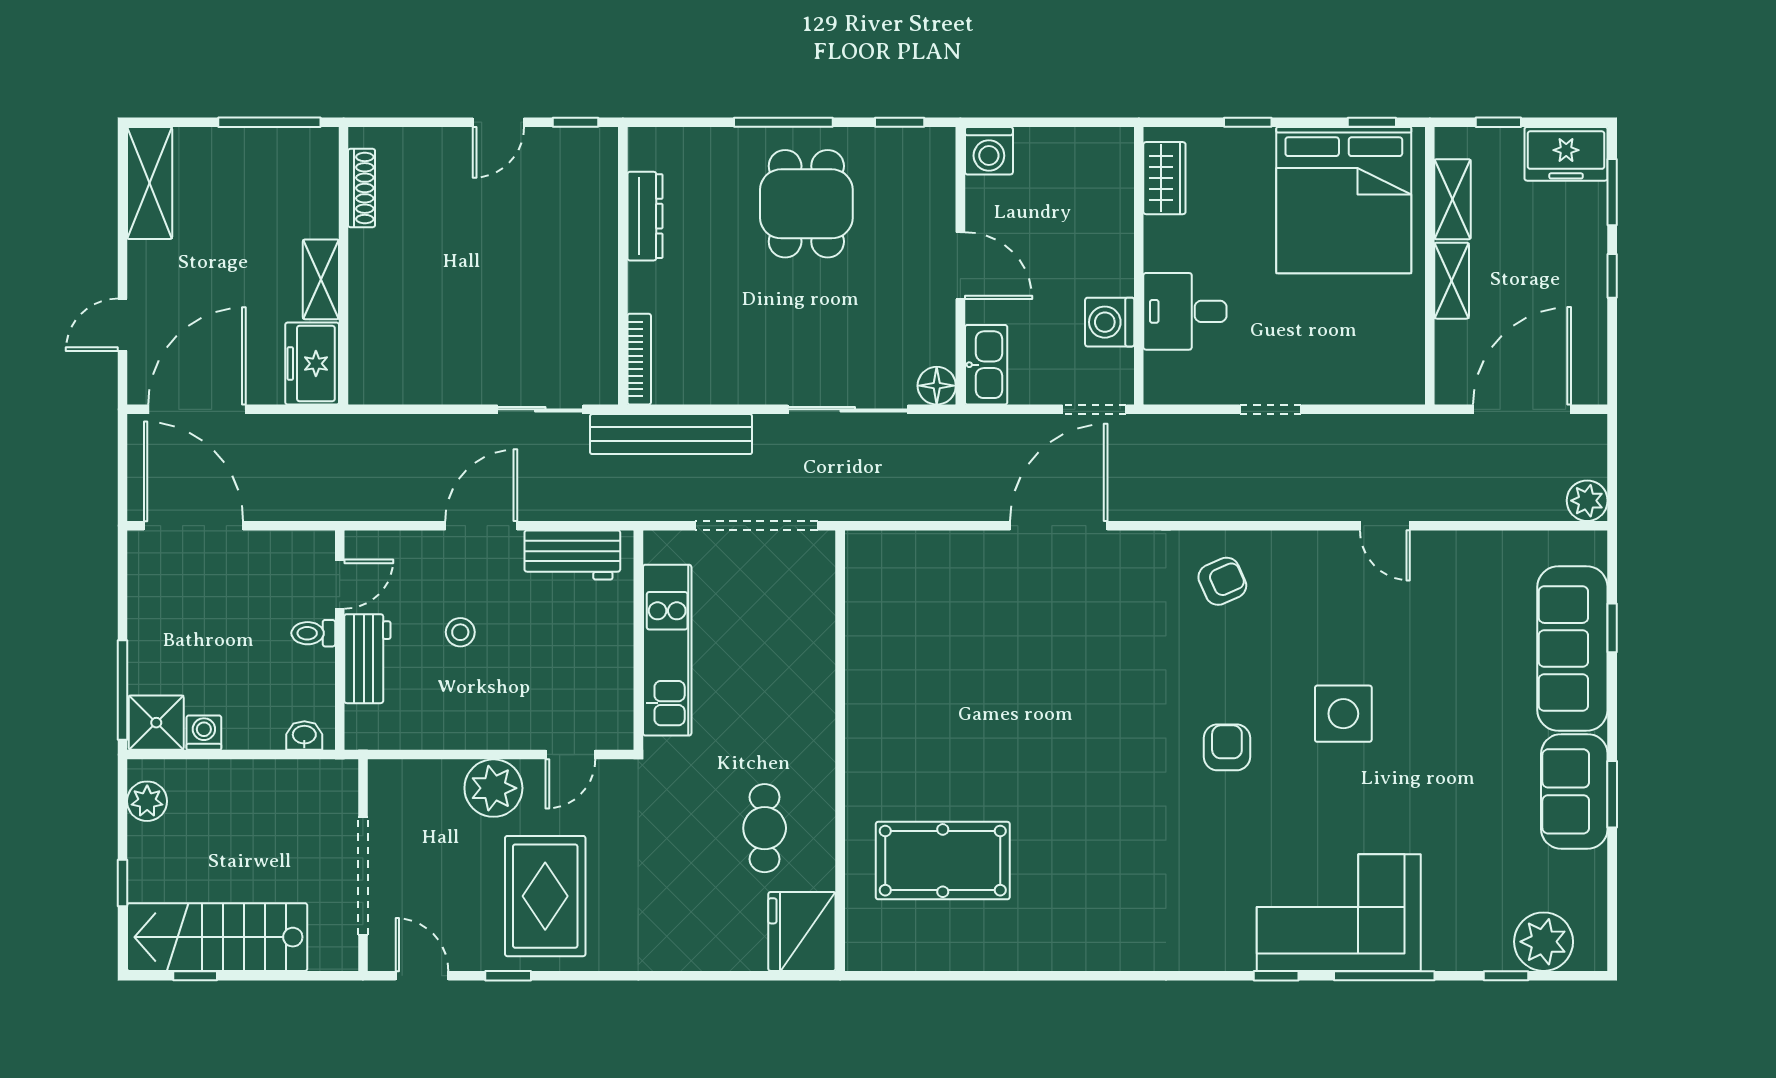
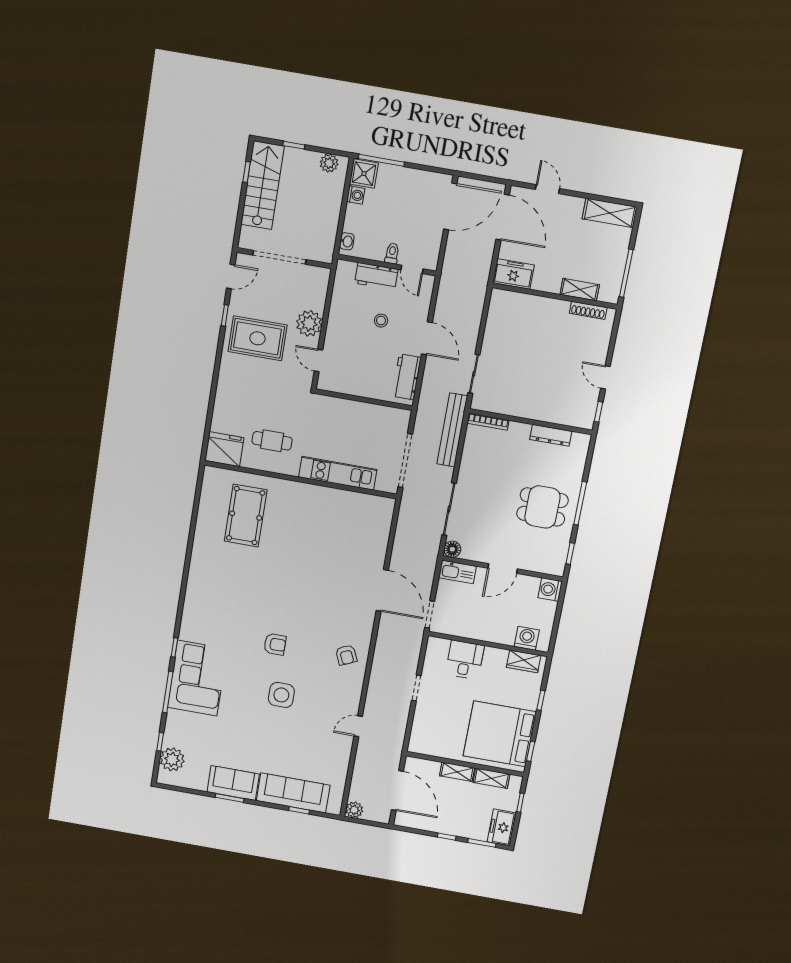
shelving: (321, 279) -> (580, 290), moved
washing machine: (1110, 322) -> (527, 638), moved
kitchen unit: (667, 650) -> (338, 473), moved, turned 180

